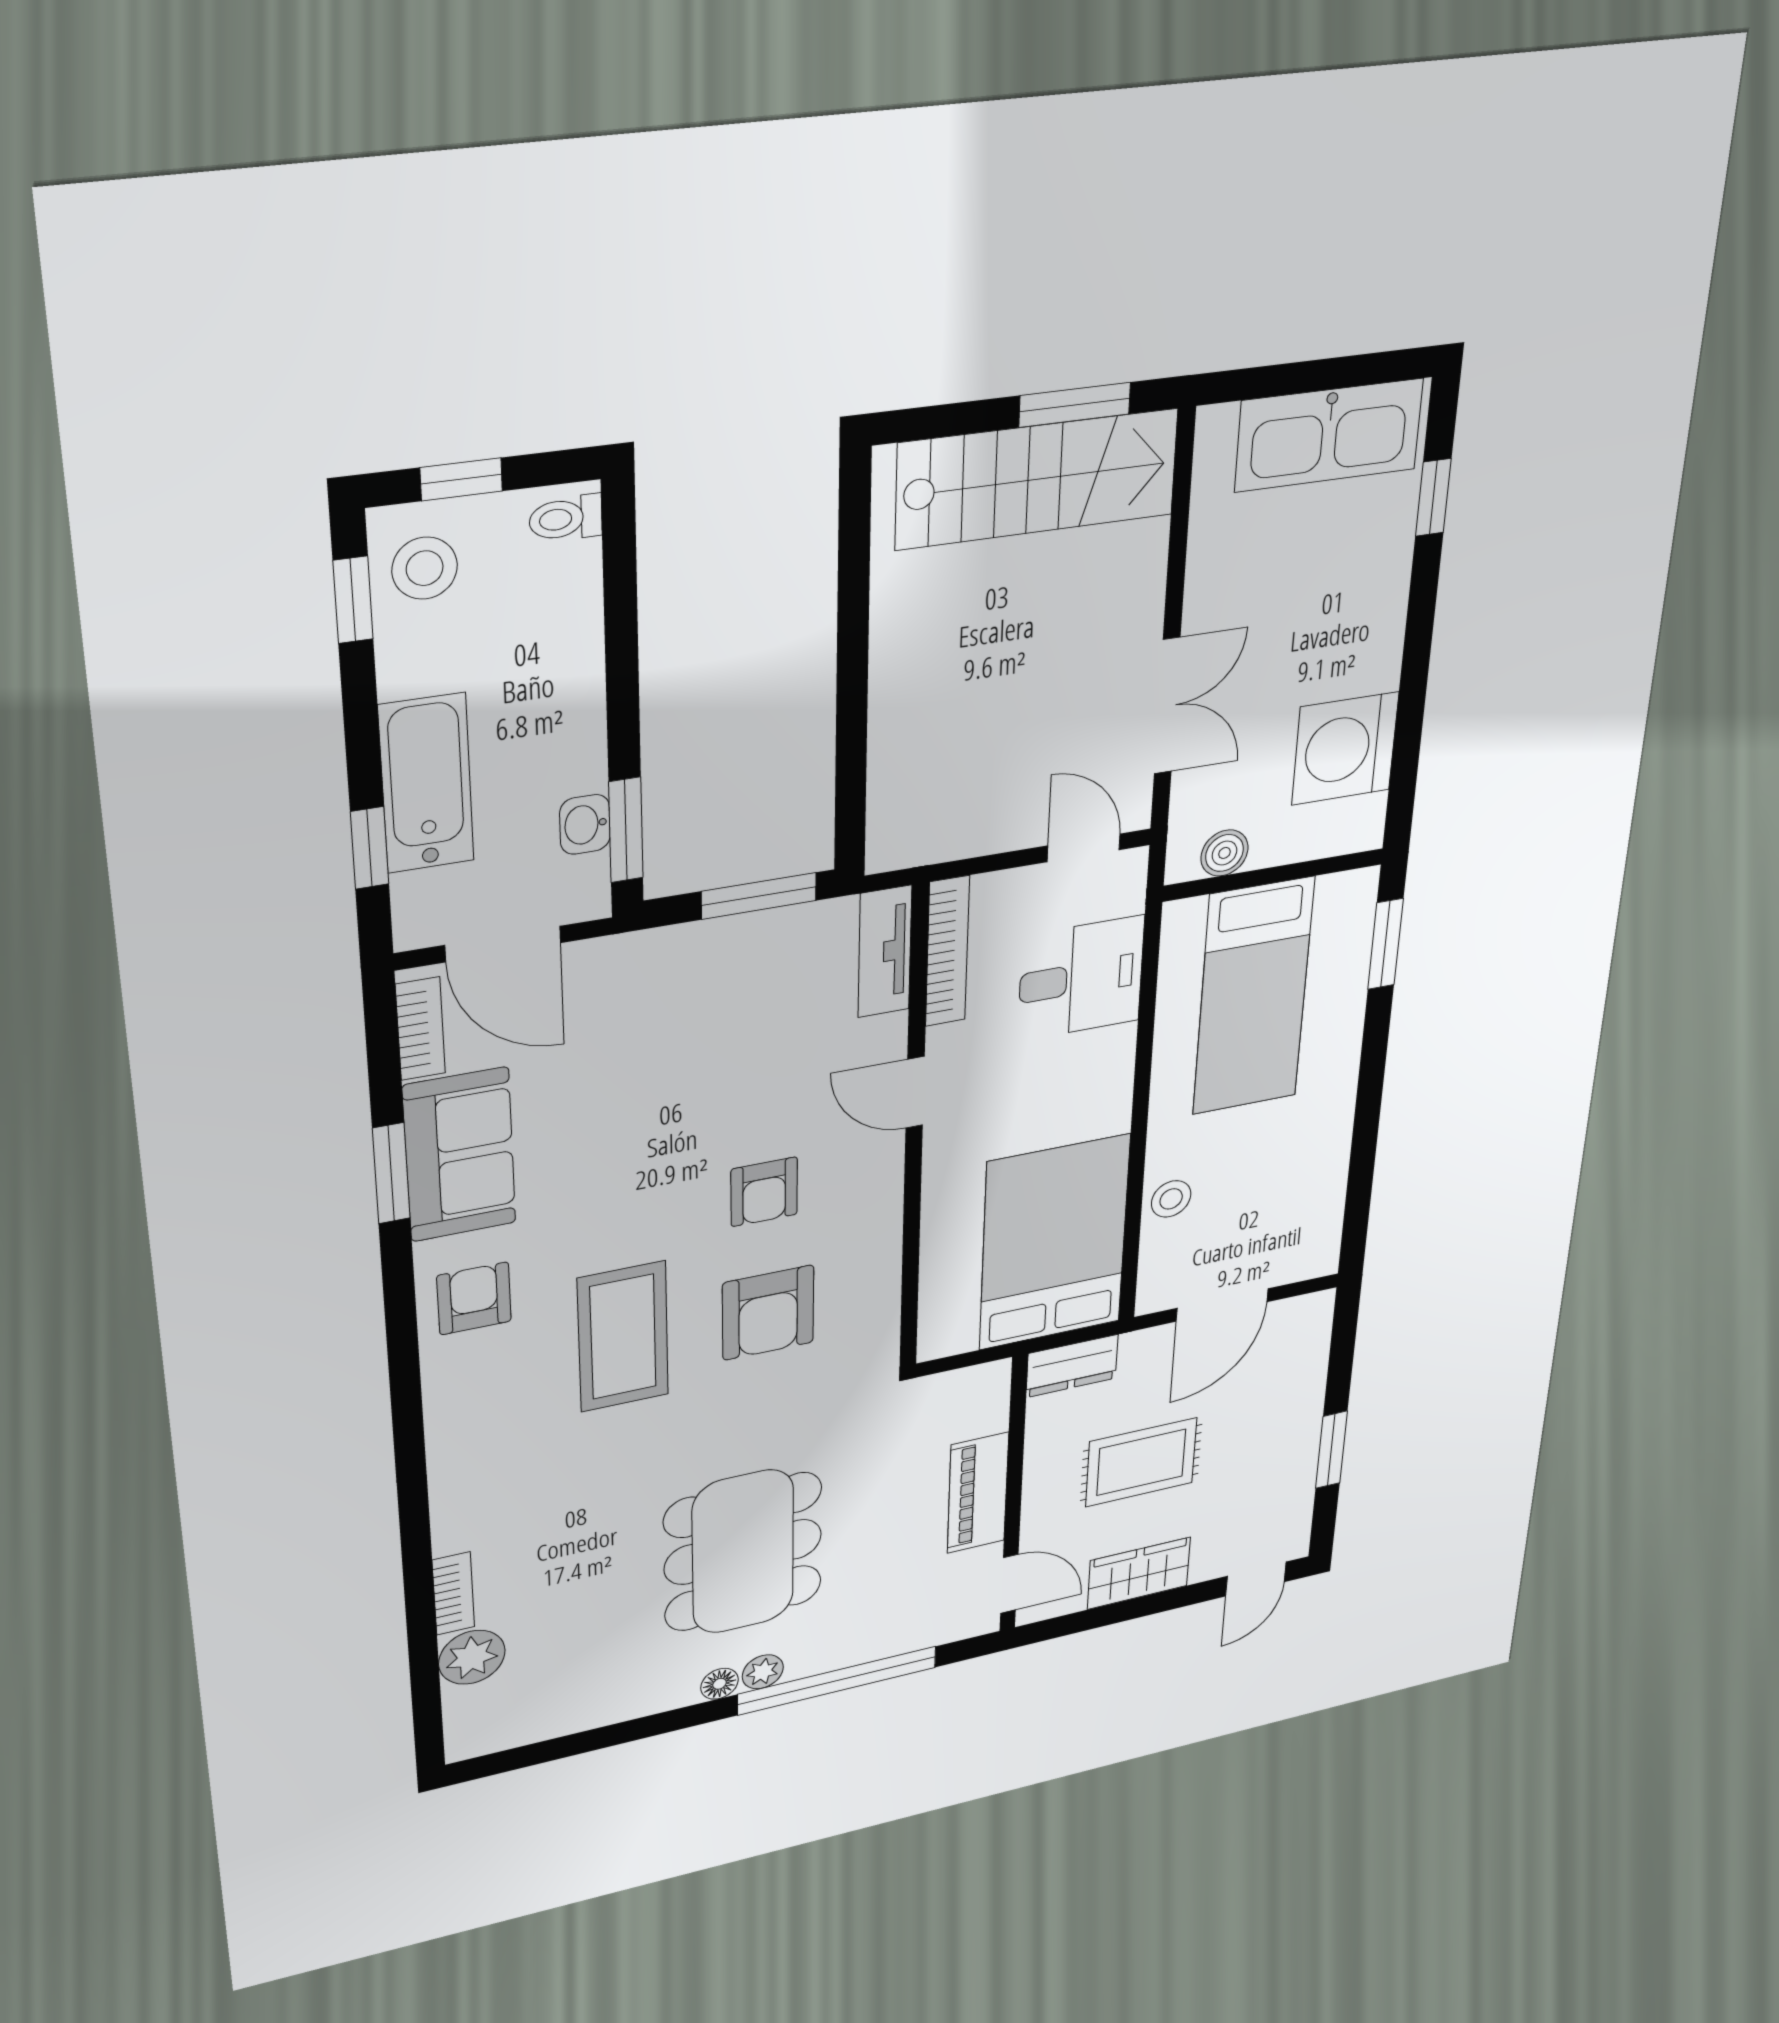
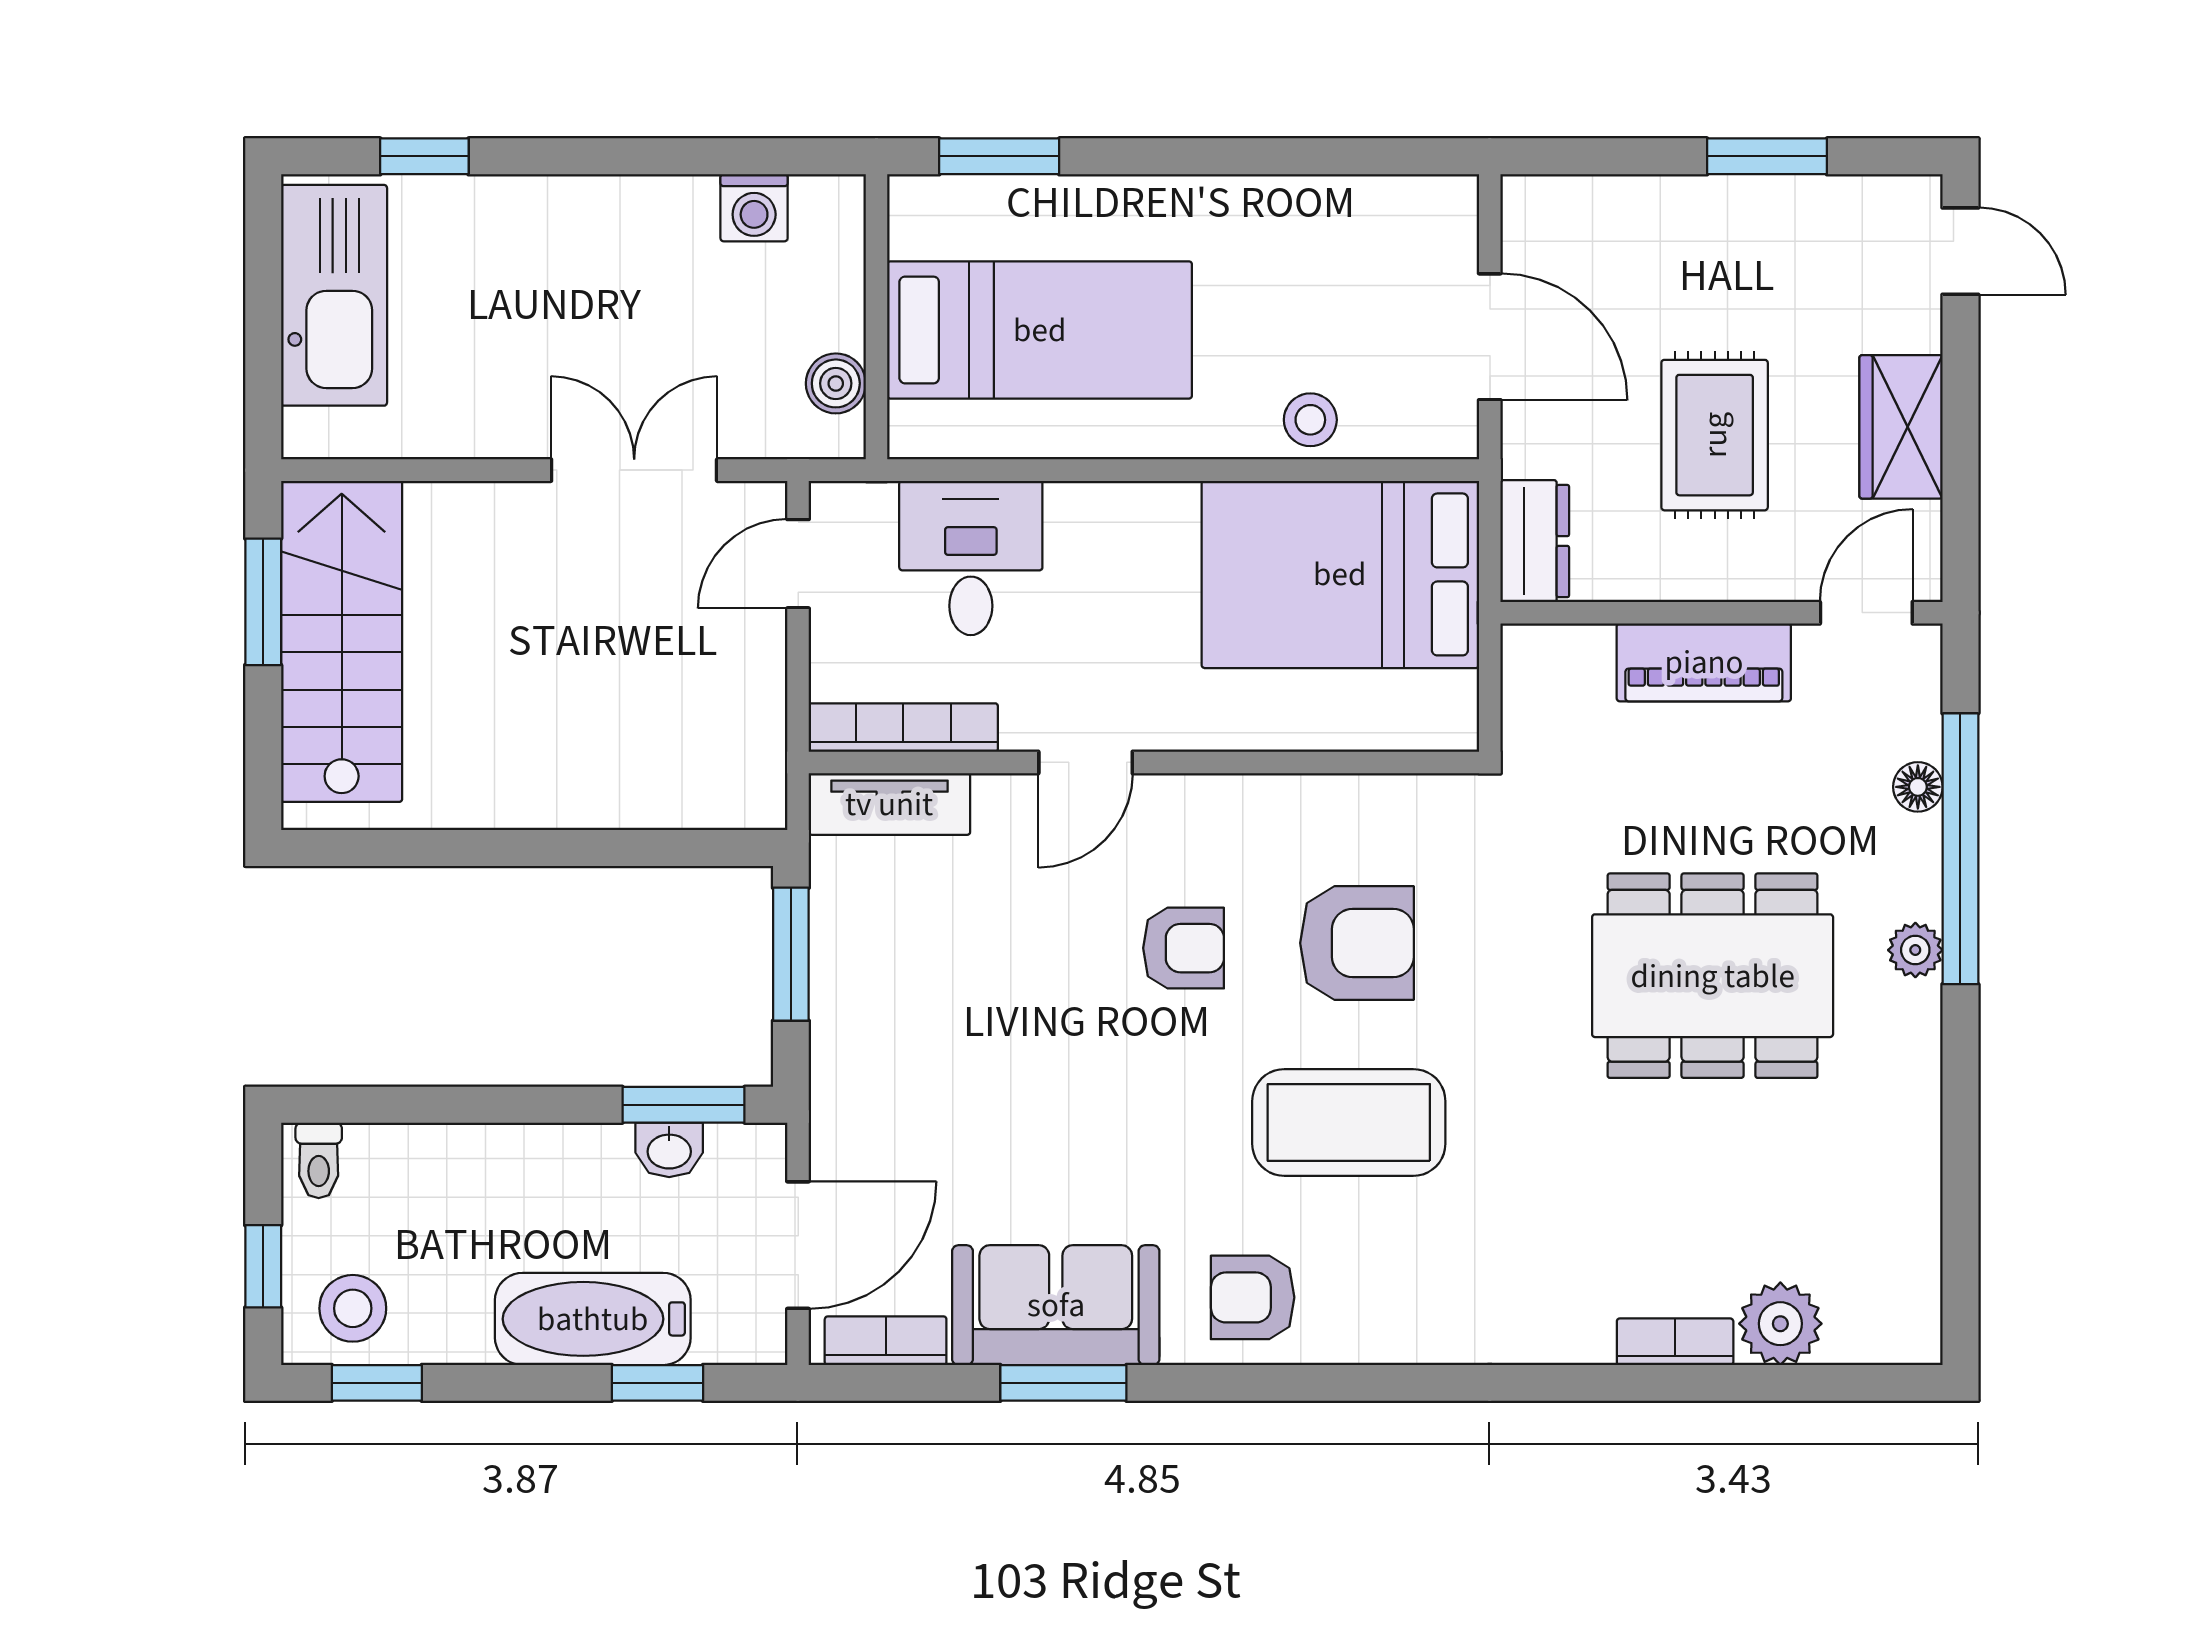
washing machine: (1345, 749) -> (754, 208), width x0.53, depth x0.53
floor lamp: (719, 1684) -> (1918, 787), moved

